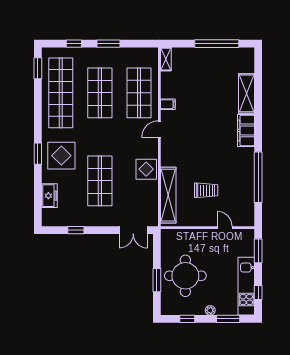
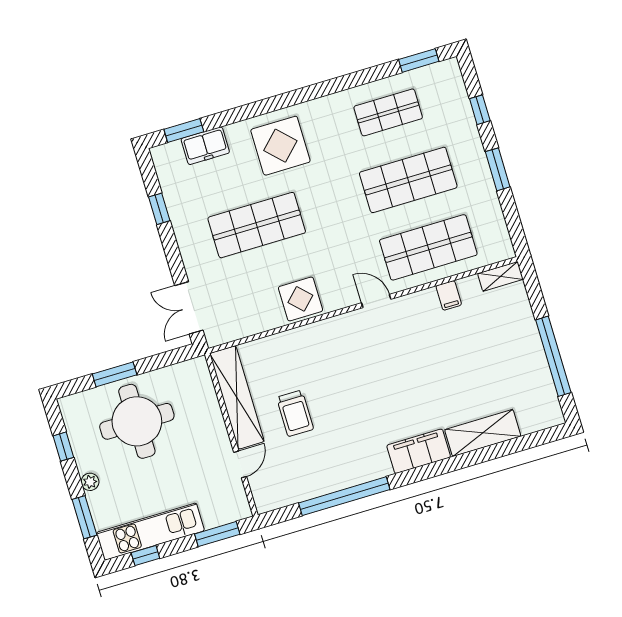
shop shelf: (61, 93) -> (388, 112), width x0.50, depth x0.74
filing cabinet: (168, 104) -> (449, 295), moved
window: (38, 154) -> (184, 130), moved
shelving: (168, 195) -> (237, 397), moved, turned 90

